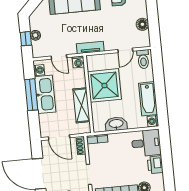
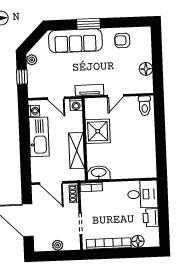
plant: (35, 35) -> (32, 60), moved
door: (125, 50) -> (115, 96), moved
shower: (104, 85) -> (98, 131), width x0.73, depth x0.73
window: (31, 95) -> (24, 136), removed
bathtub: (148, 99) -> (147, 148), removed
washing machine: (153, 121) -> (151, 172), removed
washbasin: (116, 124) -> (99, 173), moved

